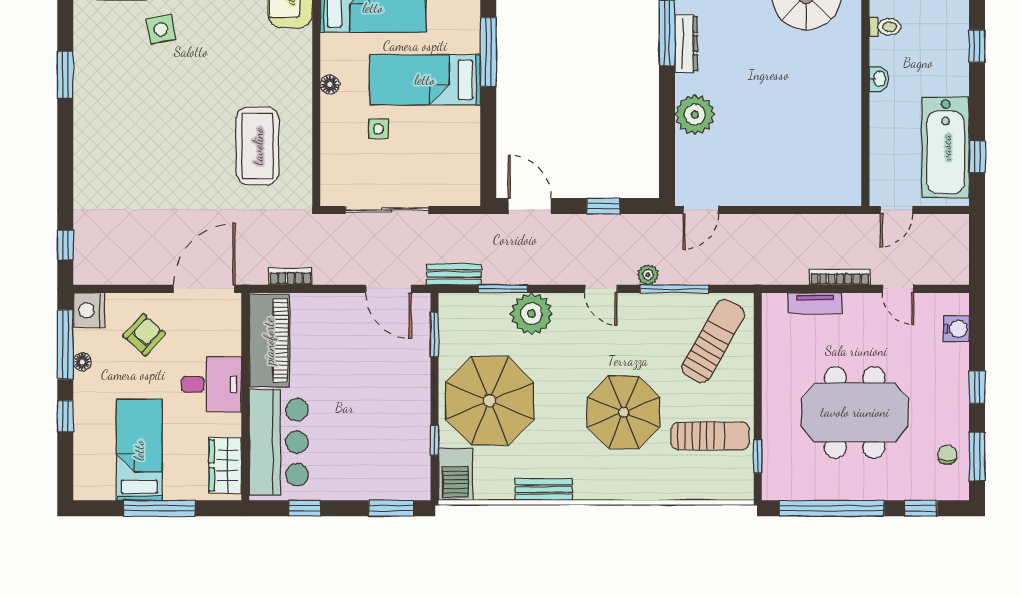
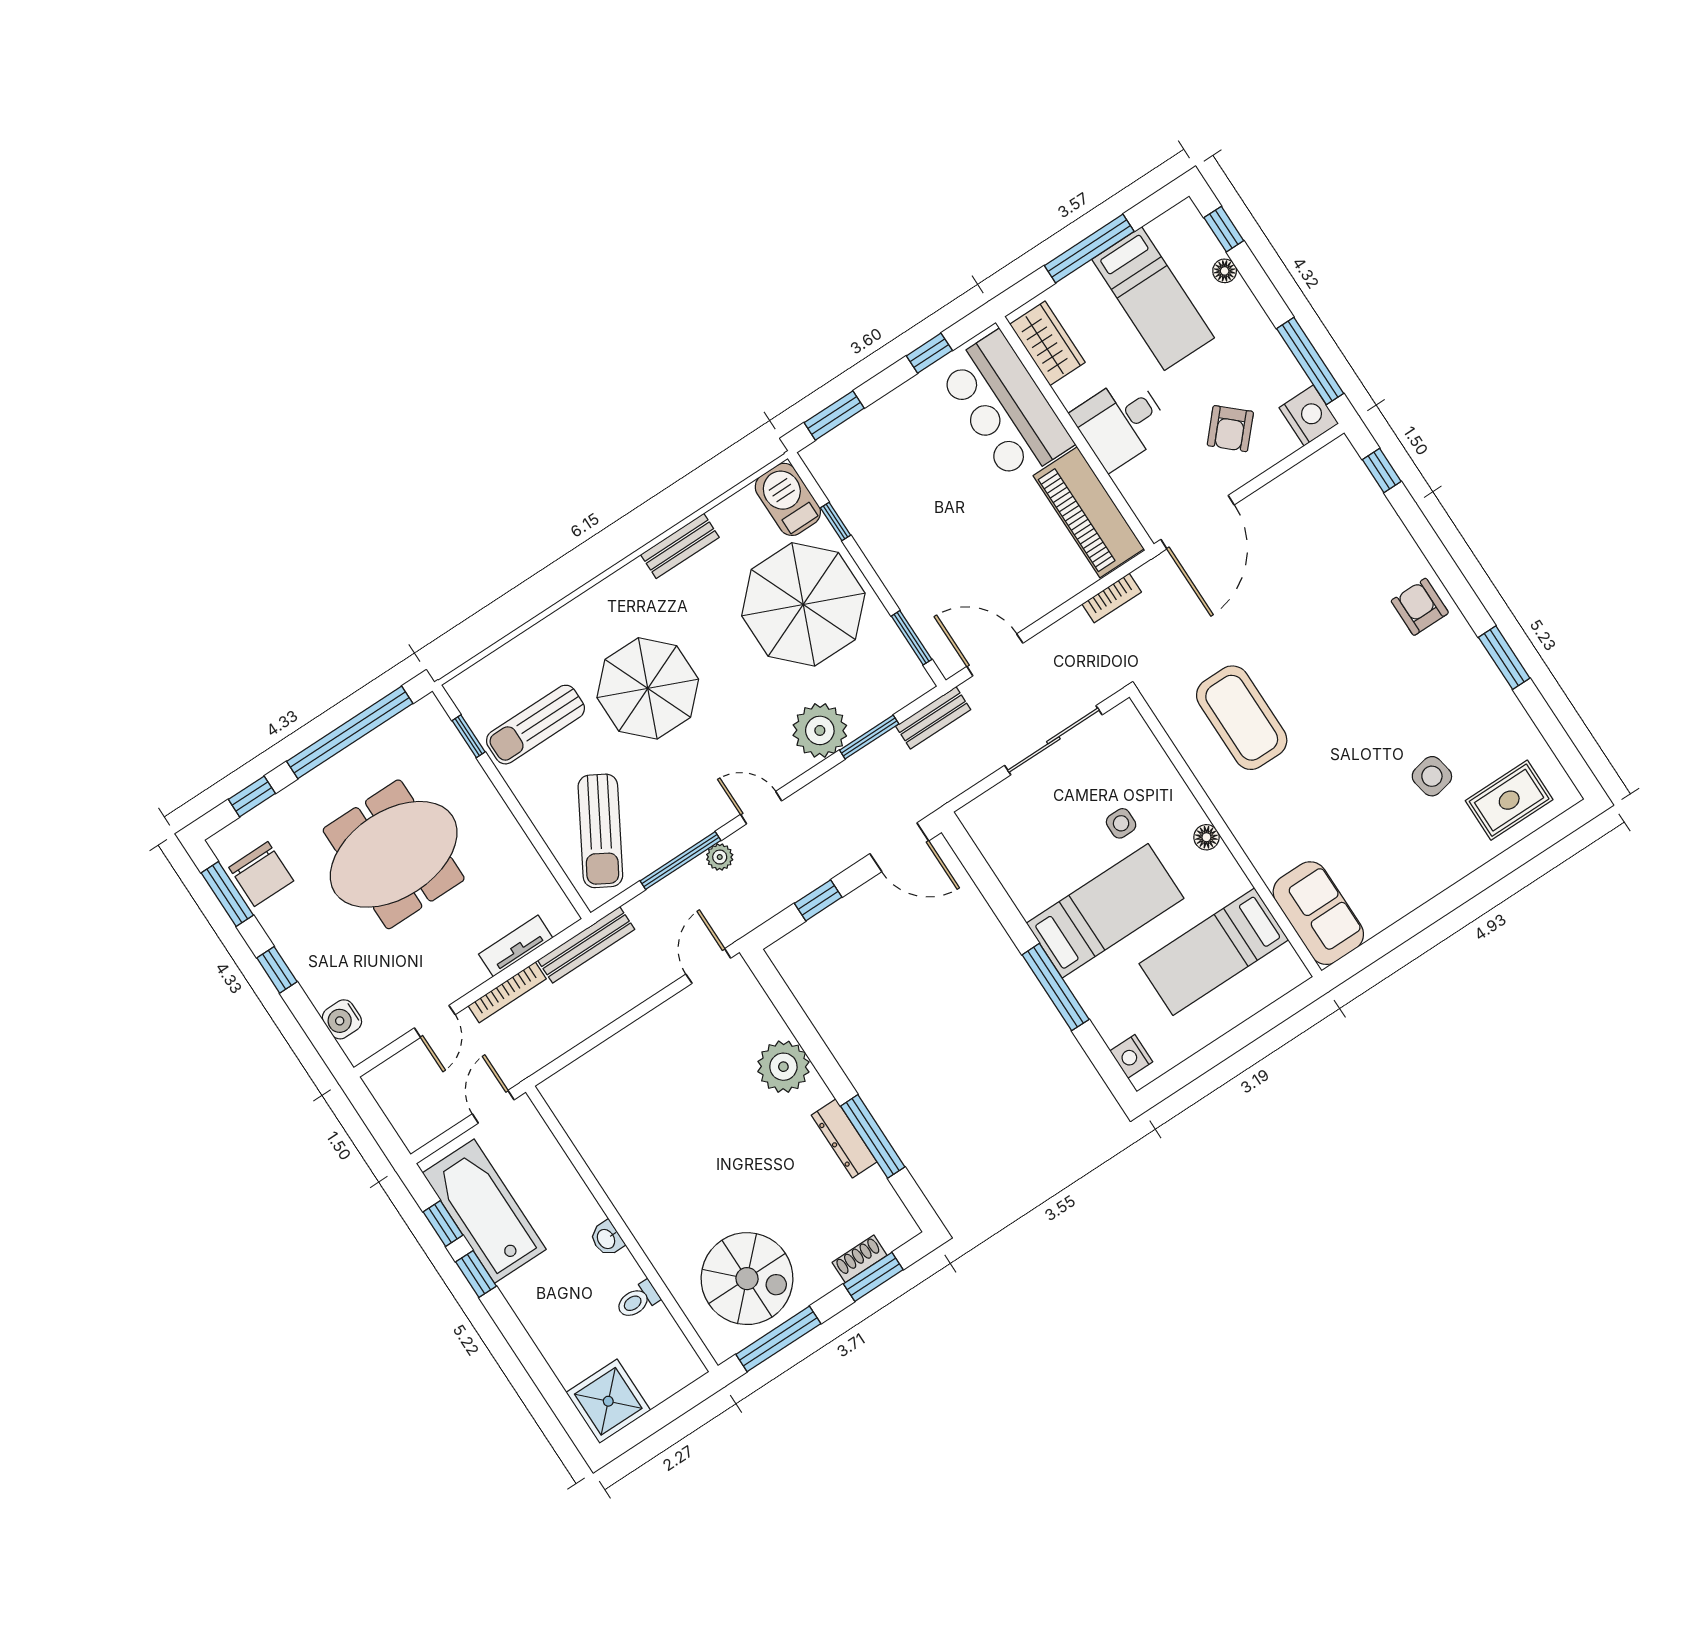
window: (977, 46) -> (476, 1274), moved
armchair: (98, 142) -> (1420, 607), added
bench: (770, 274) -> (586, 945), added
door: (898, 289) -> (435, 1021), swing flipped
floor lamp: (82, 362) -> (1225, 271), moved
window: (65, 416) -> (1224, 229), moved
chair: (947, 455) -> (261, 874), width x1.87, depth x1.87

